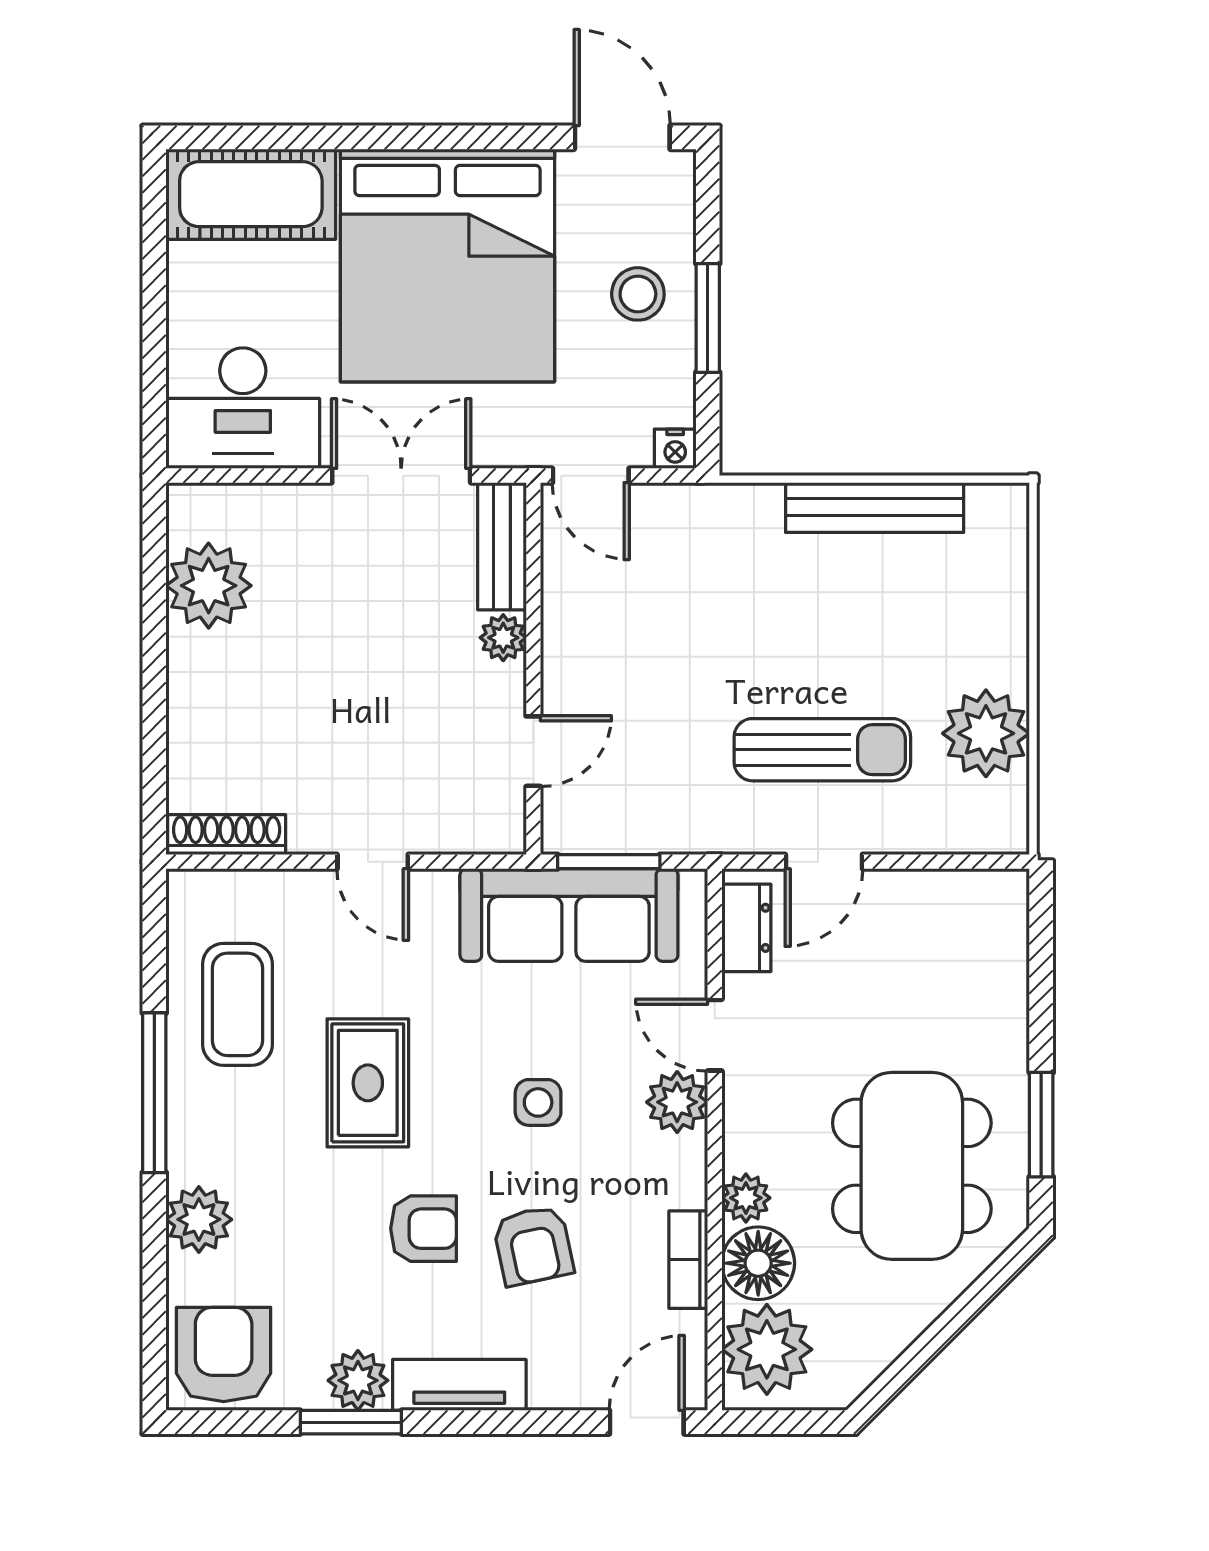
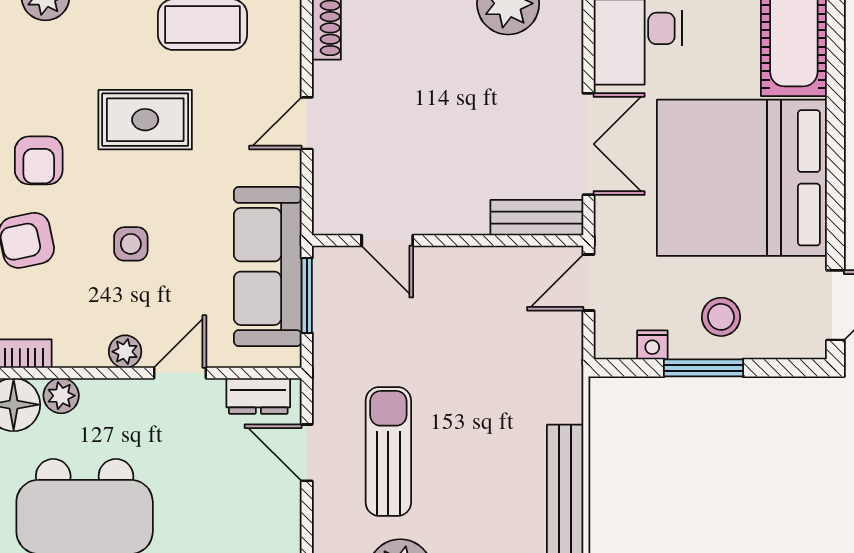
nightstand: (675, 449) -> (652, 345), moved, turned -90
plant: (503, 638) -> (470, 219), removed
sun lounger: (822, 750) -> (388, 451), turned 180
plant: (677, 1102) -> (125, 352), width x0.73, depth x0.73

